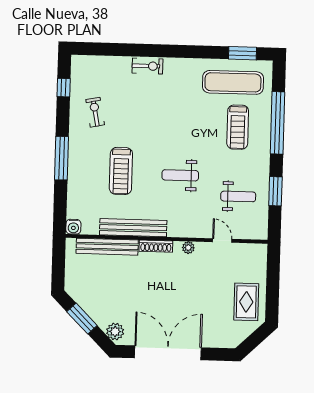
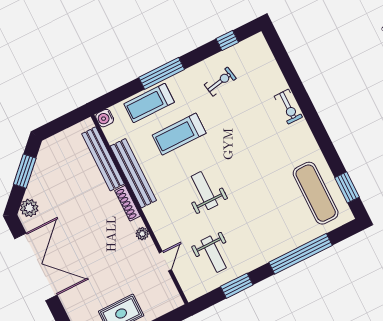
treadmill: (238, 127) -> (149, 103), moved

